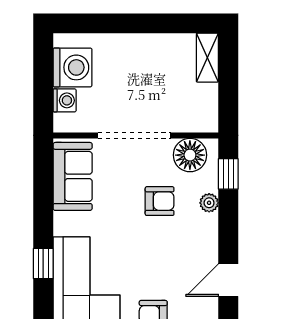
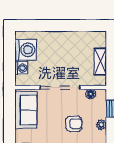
shelving: (207, 58) -> (100, 61), moved
floor lamp: (190, 155) -> (91, 94), width x0.53, depth x0.53

